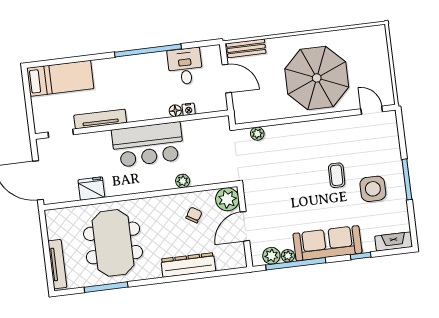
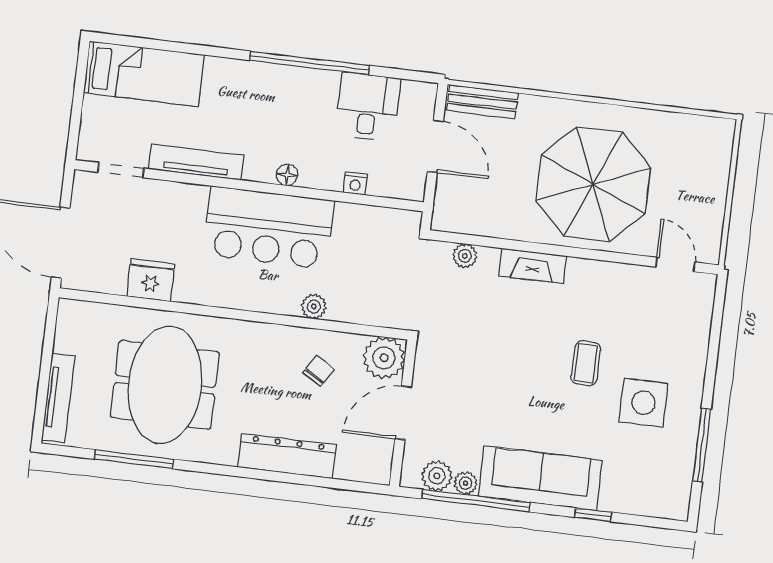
floor lamp: (175, 111) -> (287, 175), moved
window: (407, 179) -> (702, 445), moved
fireplace: (394, 241) -> (532, 266), moved, turned 180

